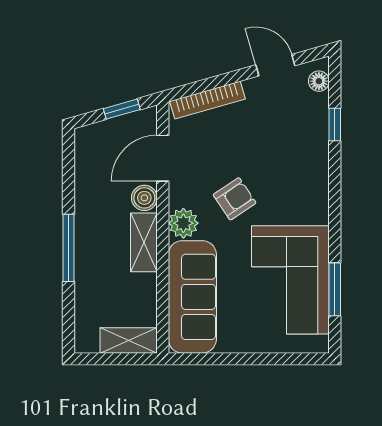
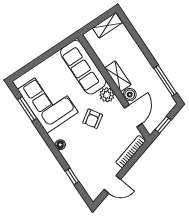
floor lamp: (319, 81) -> (60, 145), moved
window: (68, 248) -> (165, 81), moved
shelving: (129, 340) -> (107, 25), moved

